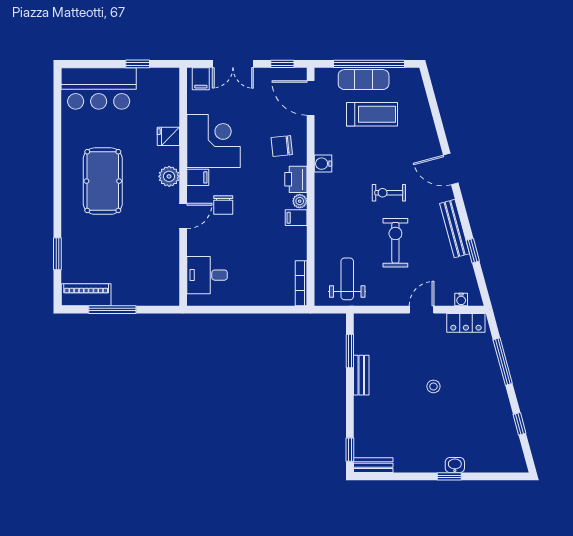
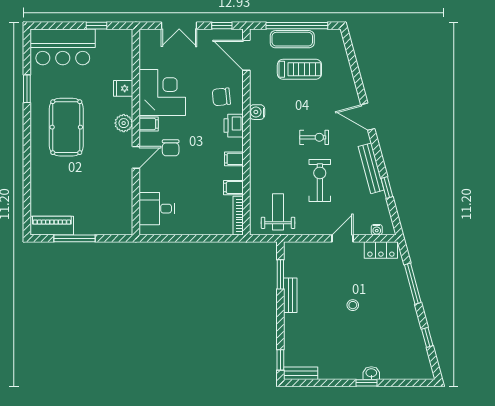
filing cabinet: (201, 79) -> (233, 188), moved, turned 90
exercise bike: (389, 193) -> (314, 137), turned 180
plant: (300, 201) -> (237, 145), removed
window: (57, 254) -> (27, 89), moved

